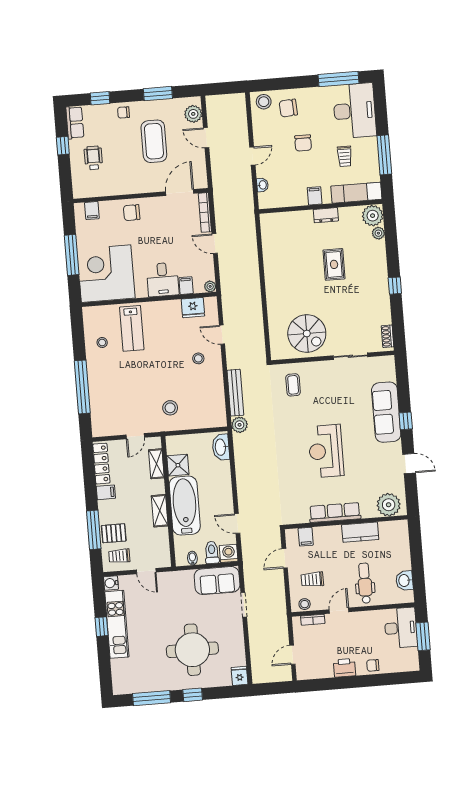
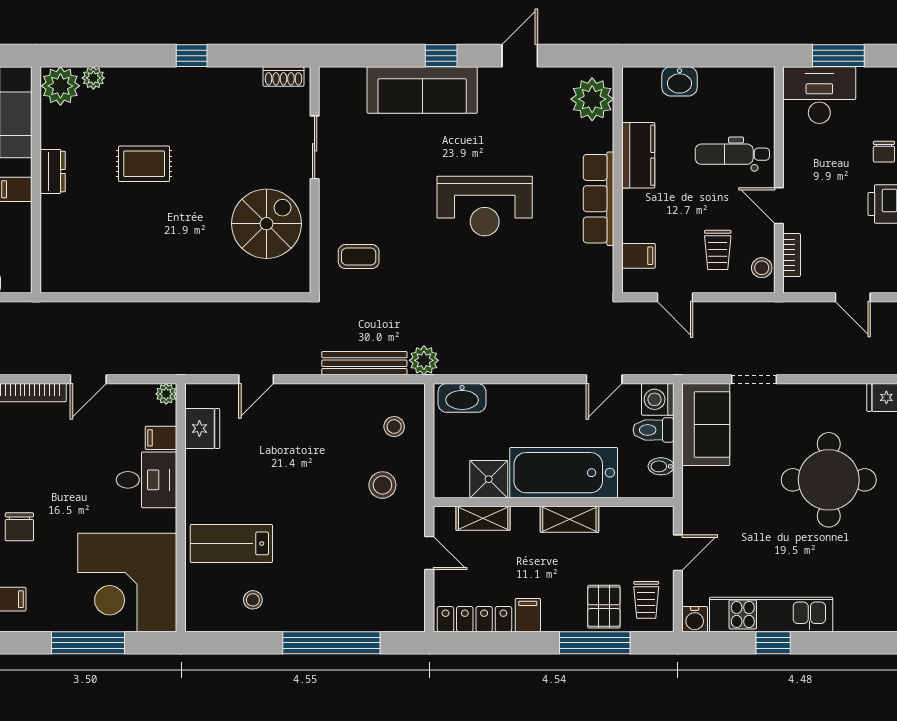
lab bench: (132, 328) -> (231, 543), turned 180
stool: (198, 358) -> (394, 427), moved
washbasin: (404, 581) -> (680, 81), moved

